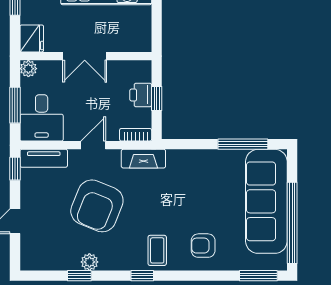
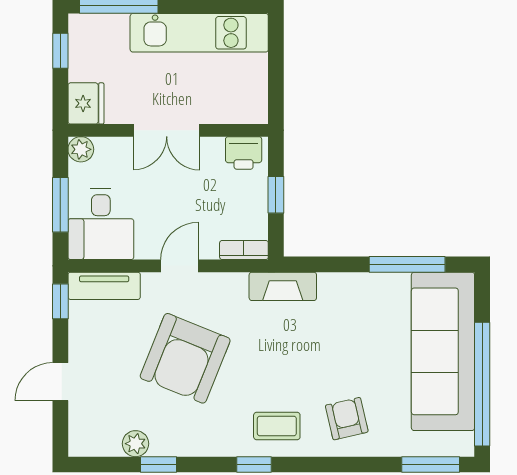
printer: (141, 95) -> (244, 153), moved, turned -90
fireplace: (143, 159) -> (283, 286), moved
armchair: (203, 246) -> (347, 419), turned 77
coffee table: (157, 250) -> (277, 426), turned 90
plant: (89, 262) -> (136, 444), moved

